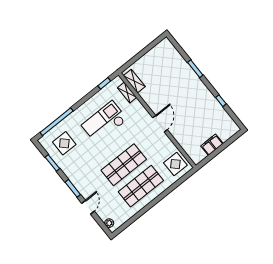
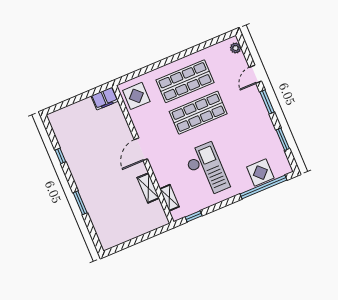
shelving: (134, 81) -> (148, 188), moved
checkout: (104, 122) -> (207, 170), turned -90
display table: (64, 143) -> (260, 173), moved
filing cabinet: (212, 145) -> (105, 98), moved

